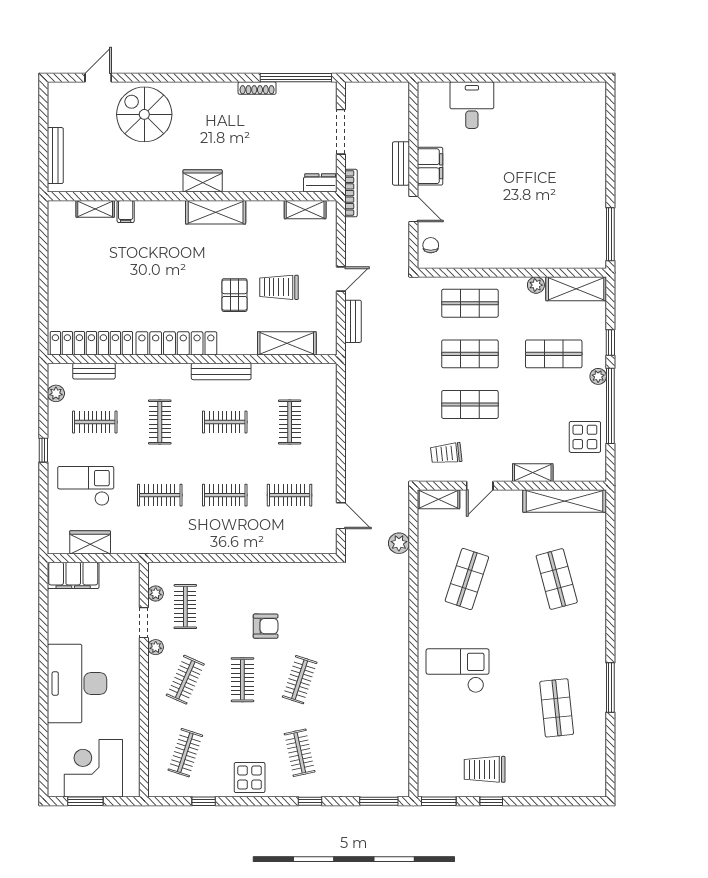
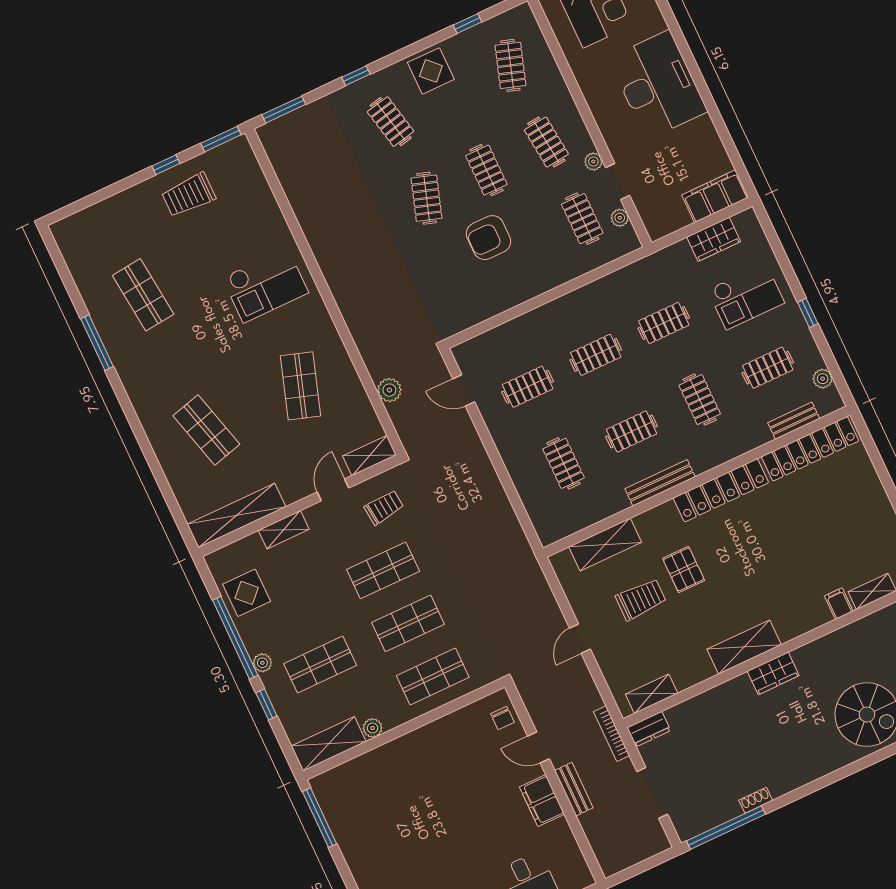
shoe rack: (257, 88) -> (756, 800), width x0.70
bench: (353, 321) -> (546, 600), removed
armchair: (266, 626) -> (488, 238), width x1.38, depth x1.38
clothes rail: (185, 680) -> (546, 142), turned -30
trolley: (485, 769) -> (189, 195), turned 180

